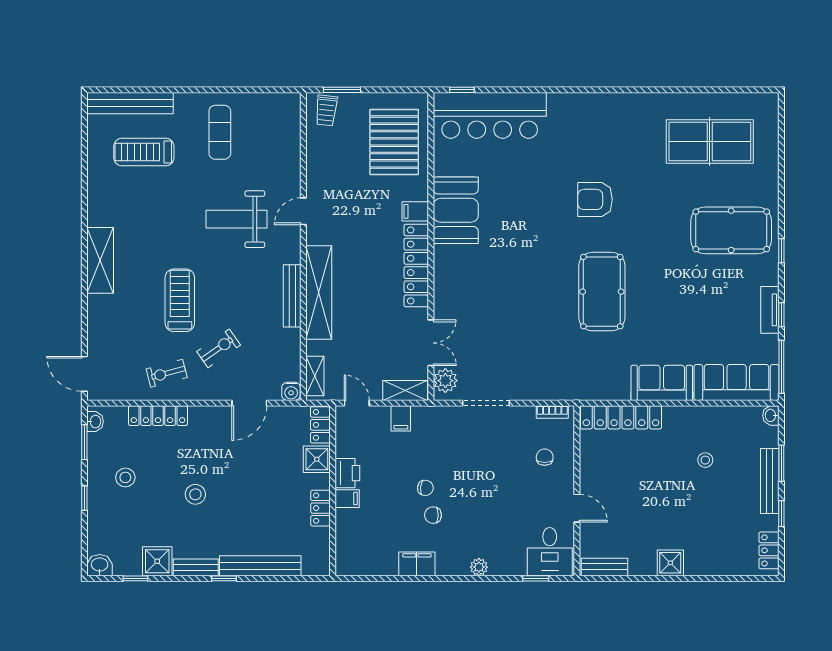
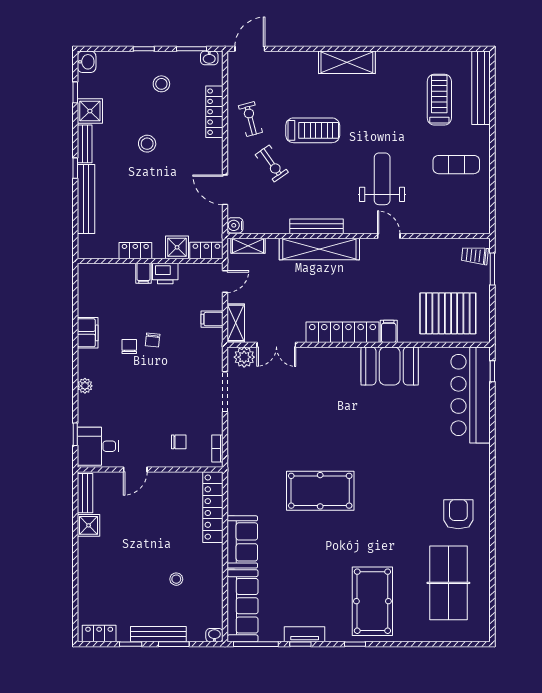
armchair: (595, 199) -> (458, 514), moved
shower: (670, 563) -> (89, 525), moved

